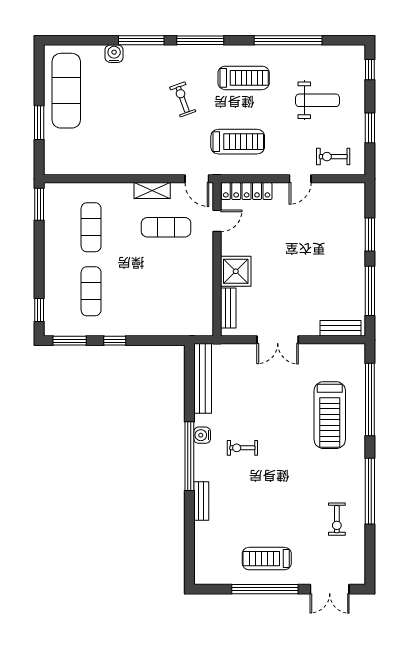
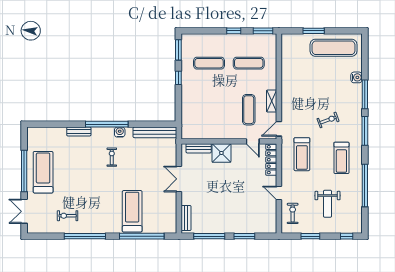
window: (39, 310) -> (234, 31), moved
treadmill: (330, 415) -> (132, 211), turned 90
treadmill: (267, 559) -> (43, 172), width x1.37, depth x1.38

